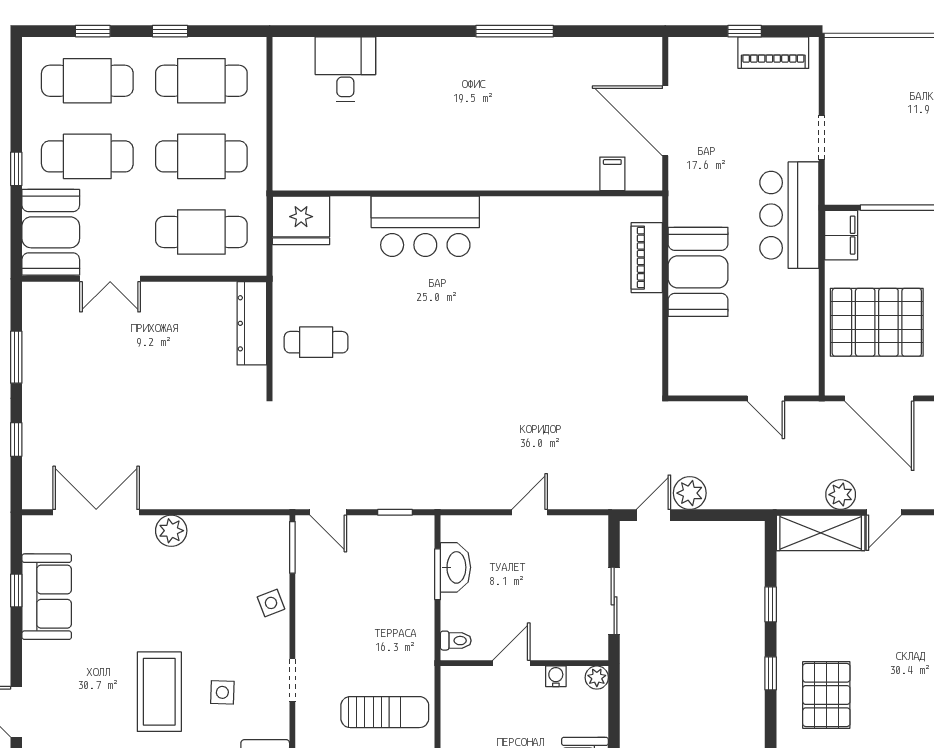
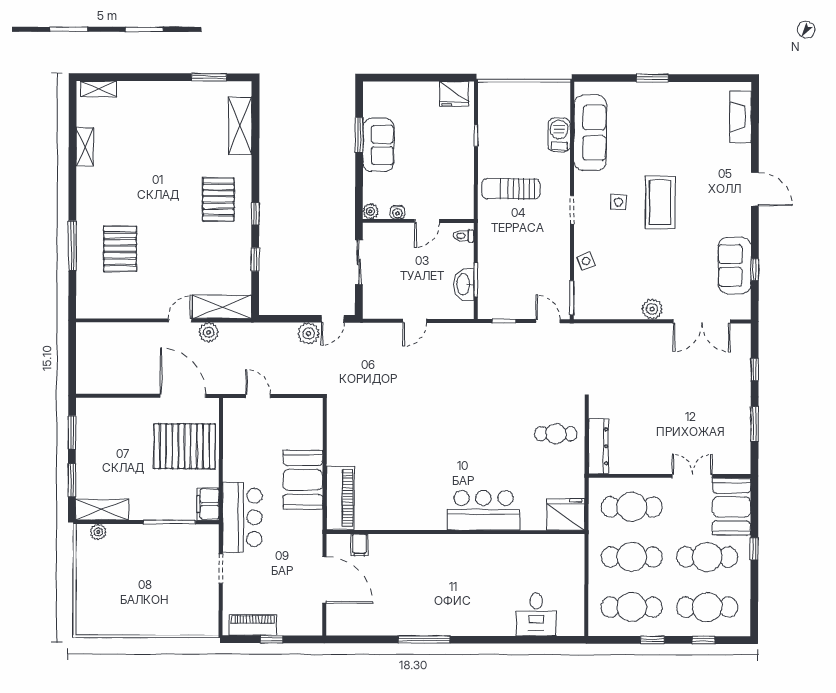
piano: (647, 258) -> (340, 498), width x1.37, depth x1.33

